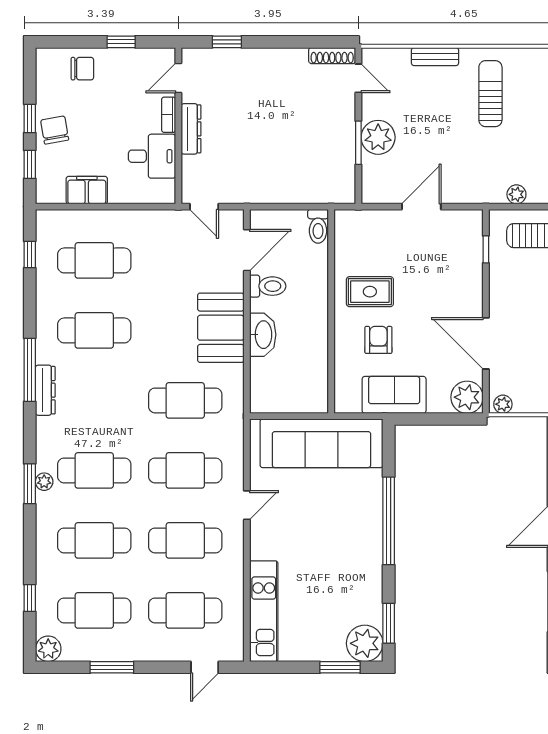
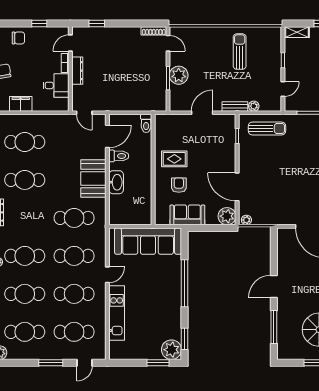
bench: (435, 57) -> (235, 106), moved
kitchen unit: (264, 611) -> (117, 313), moved
window: (112, 667) -> (51, 363), moved

